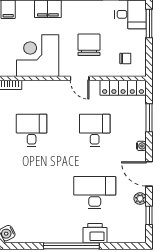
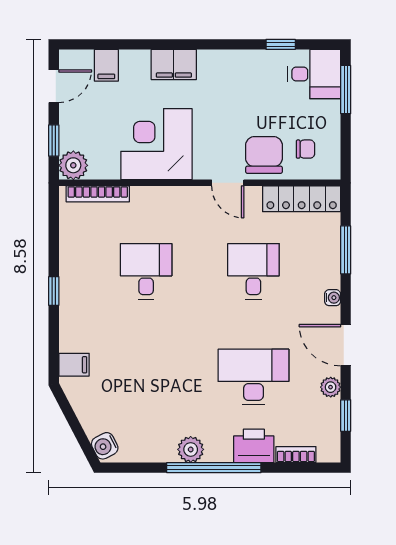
chair: (89, 45) -> (264, 155), moved
plant: (58, 235) -> (191, 449), added
bookcase: (120, 238) -> (296, 455), added

